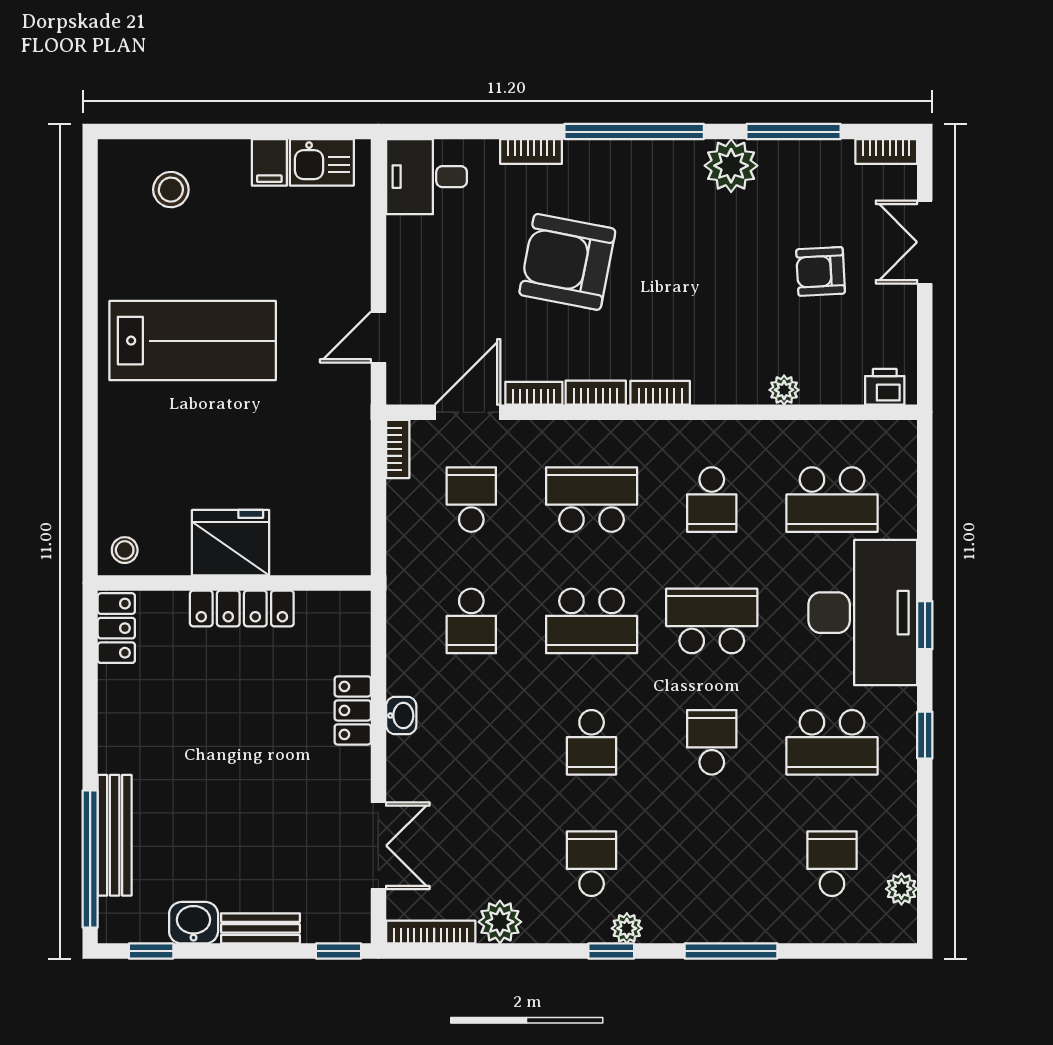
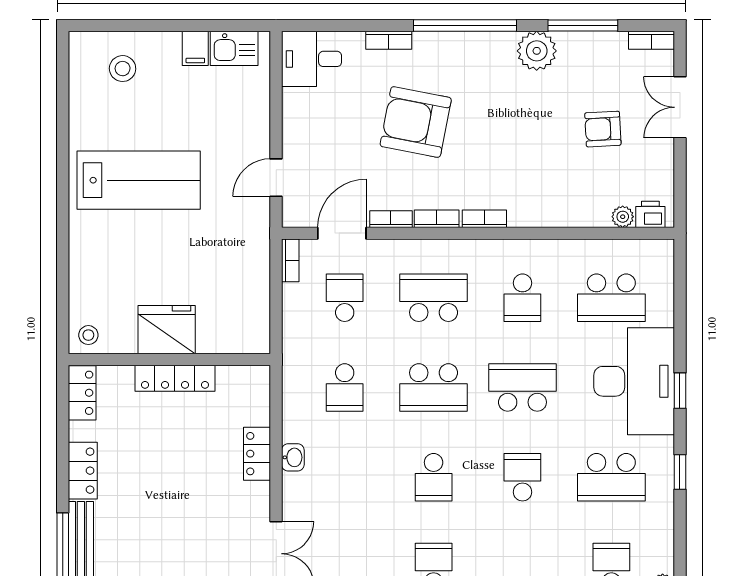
plant: (784, 390) -> (623, 217), moved
locker: (117, 733) -> (83, 471), added

